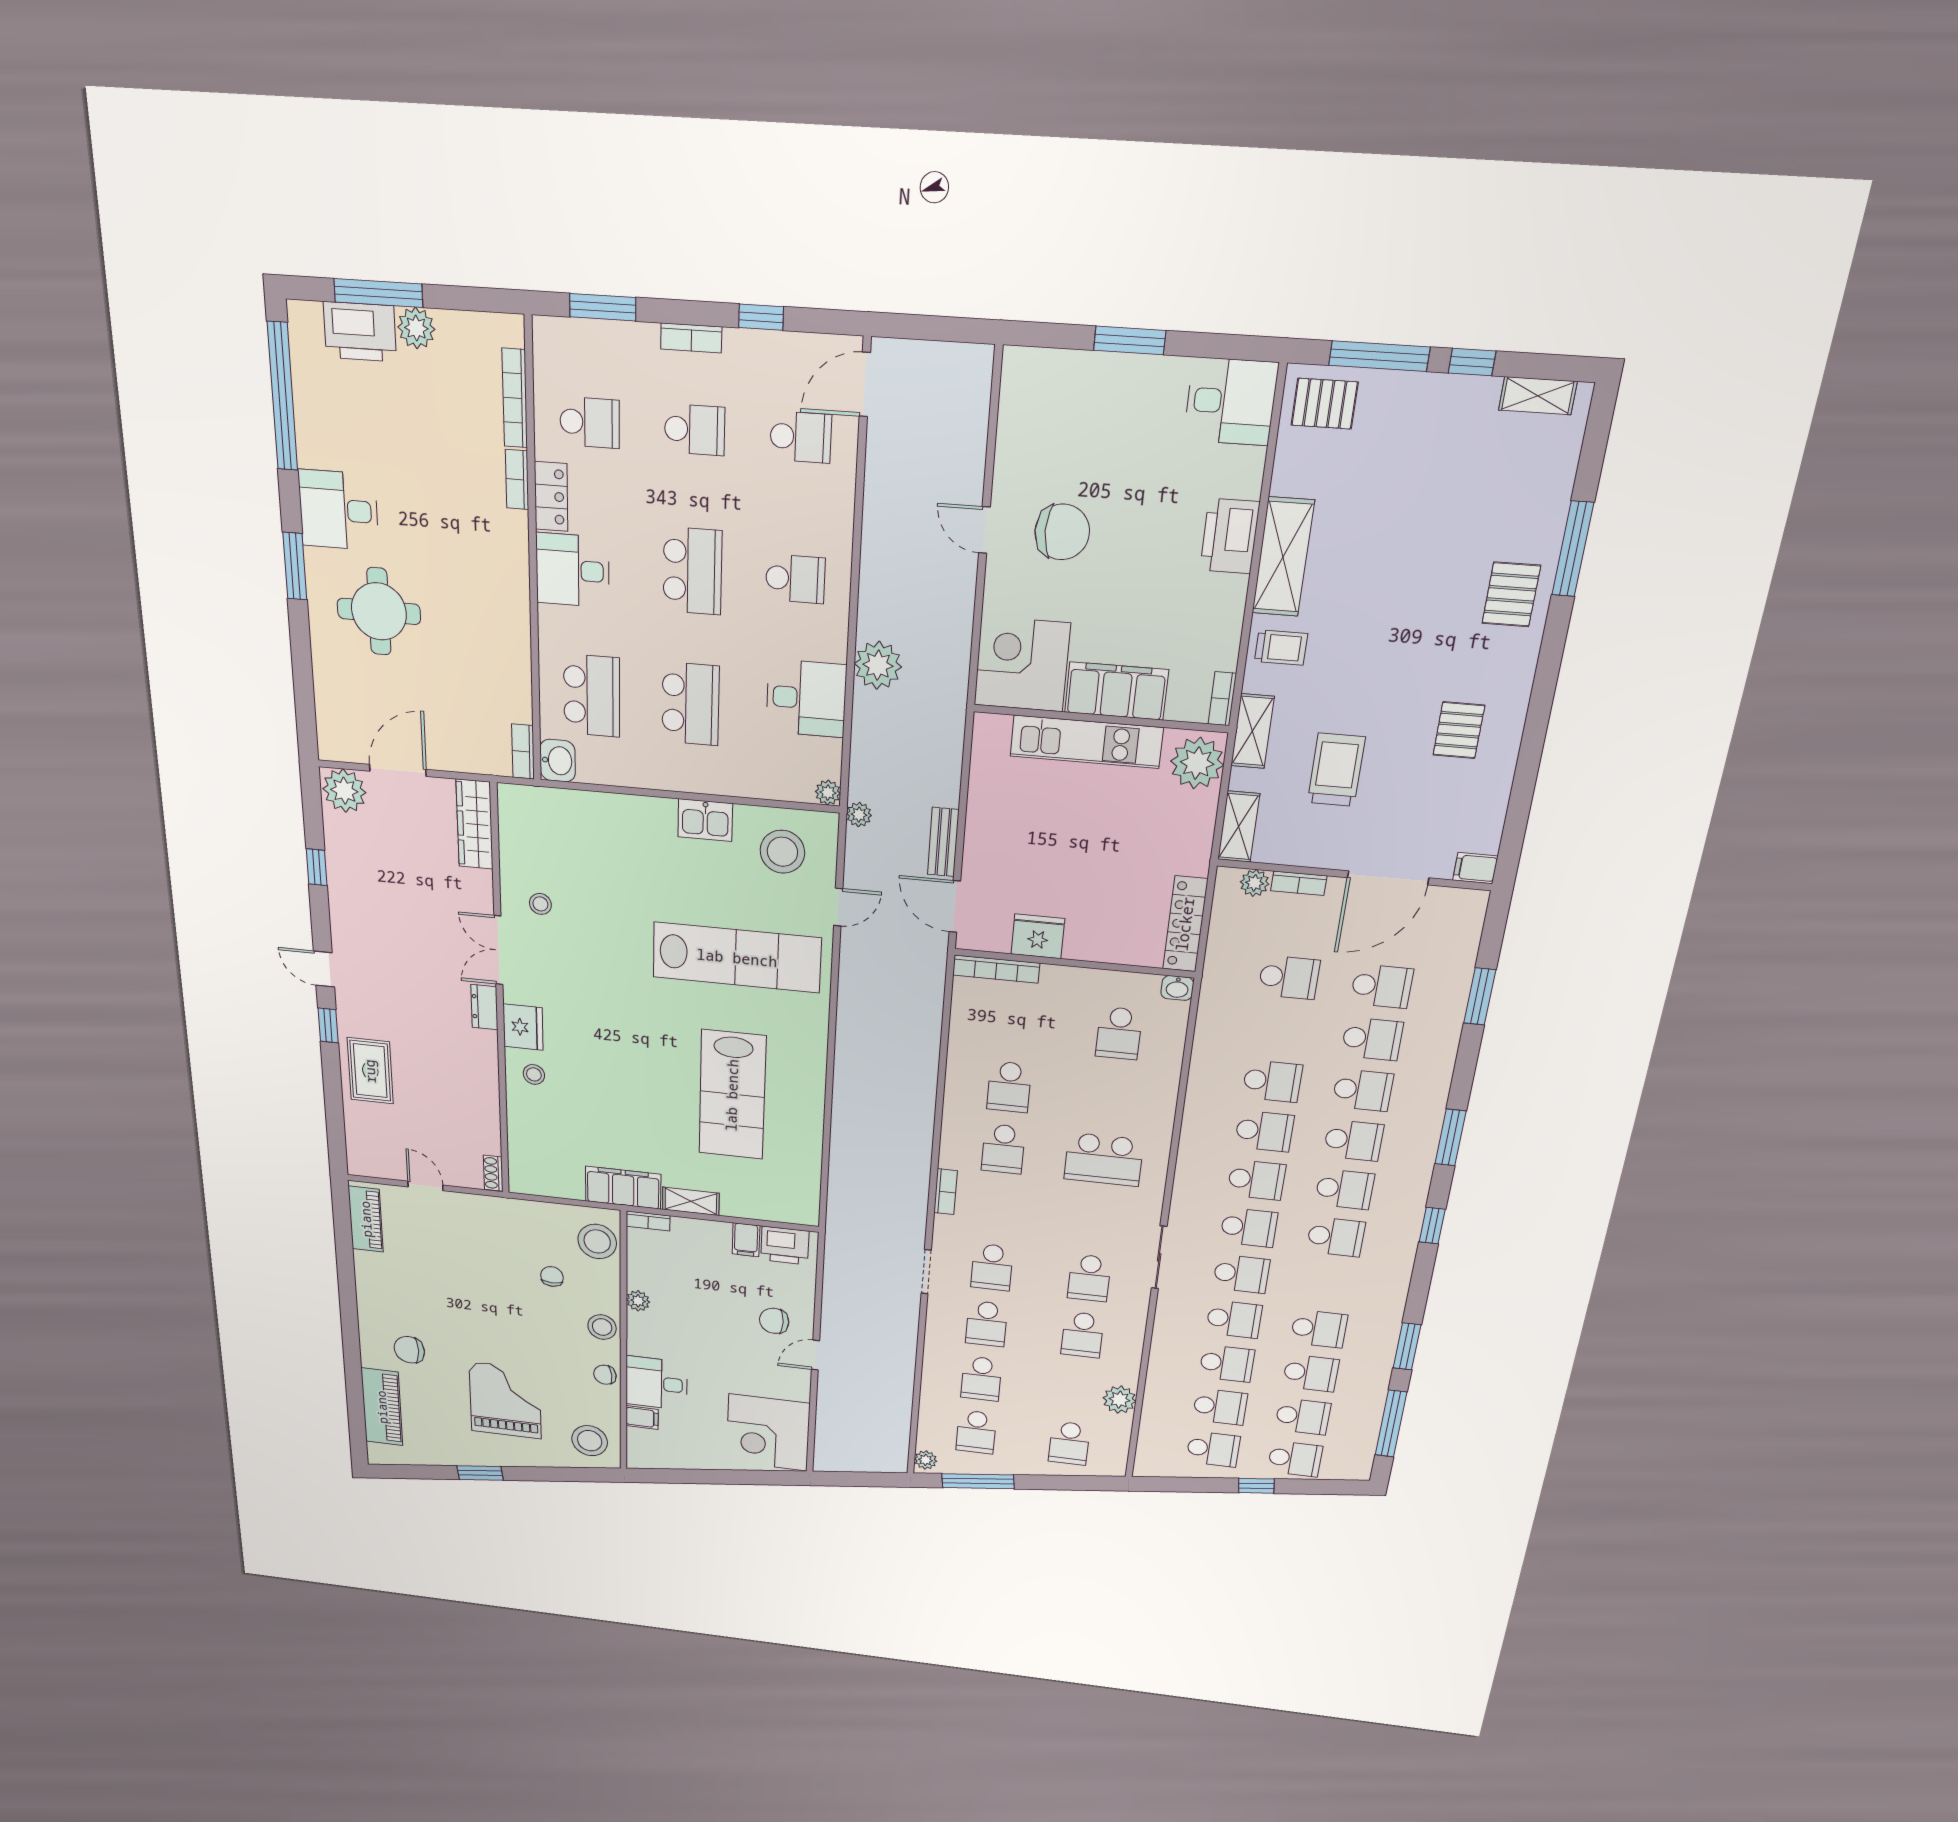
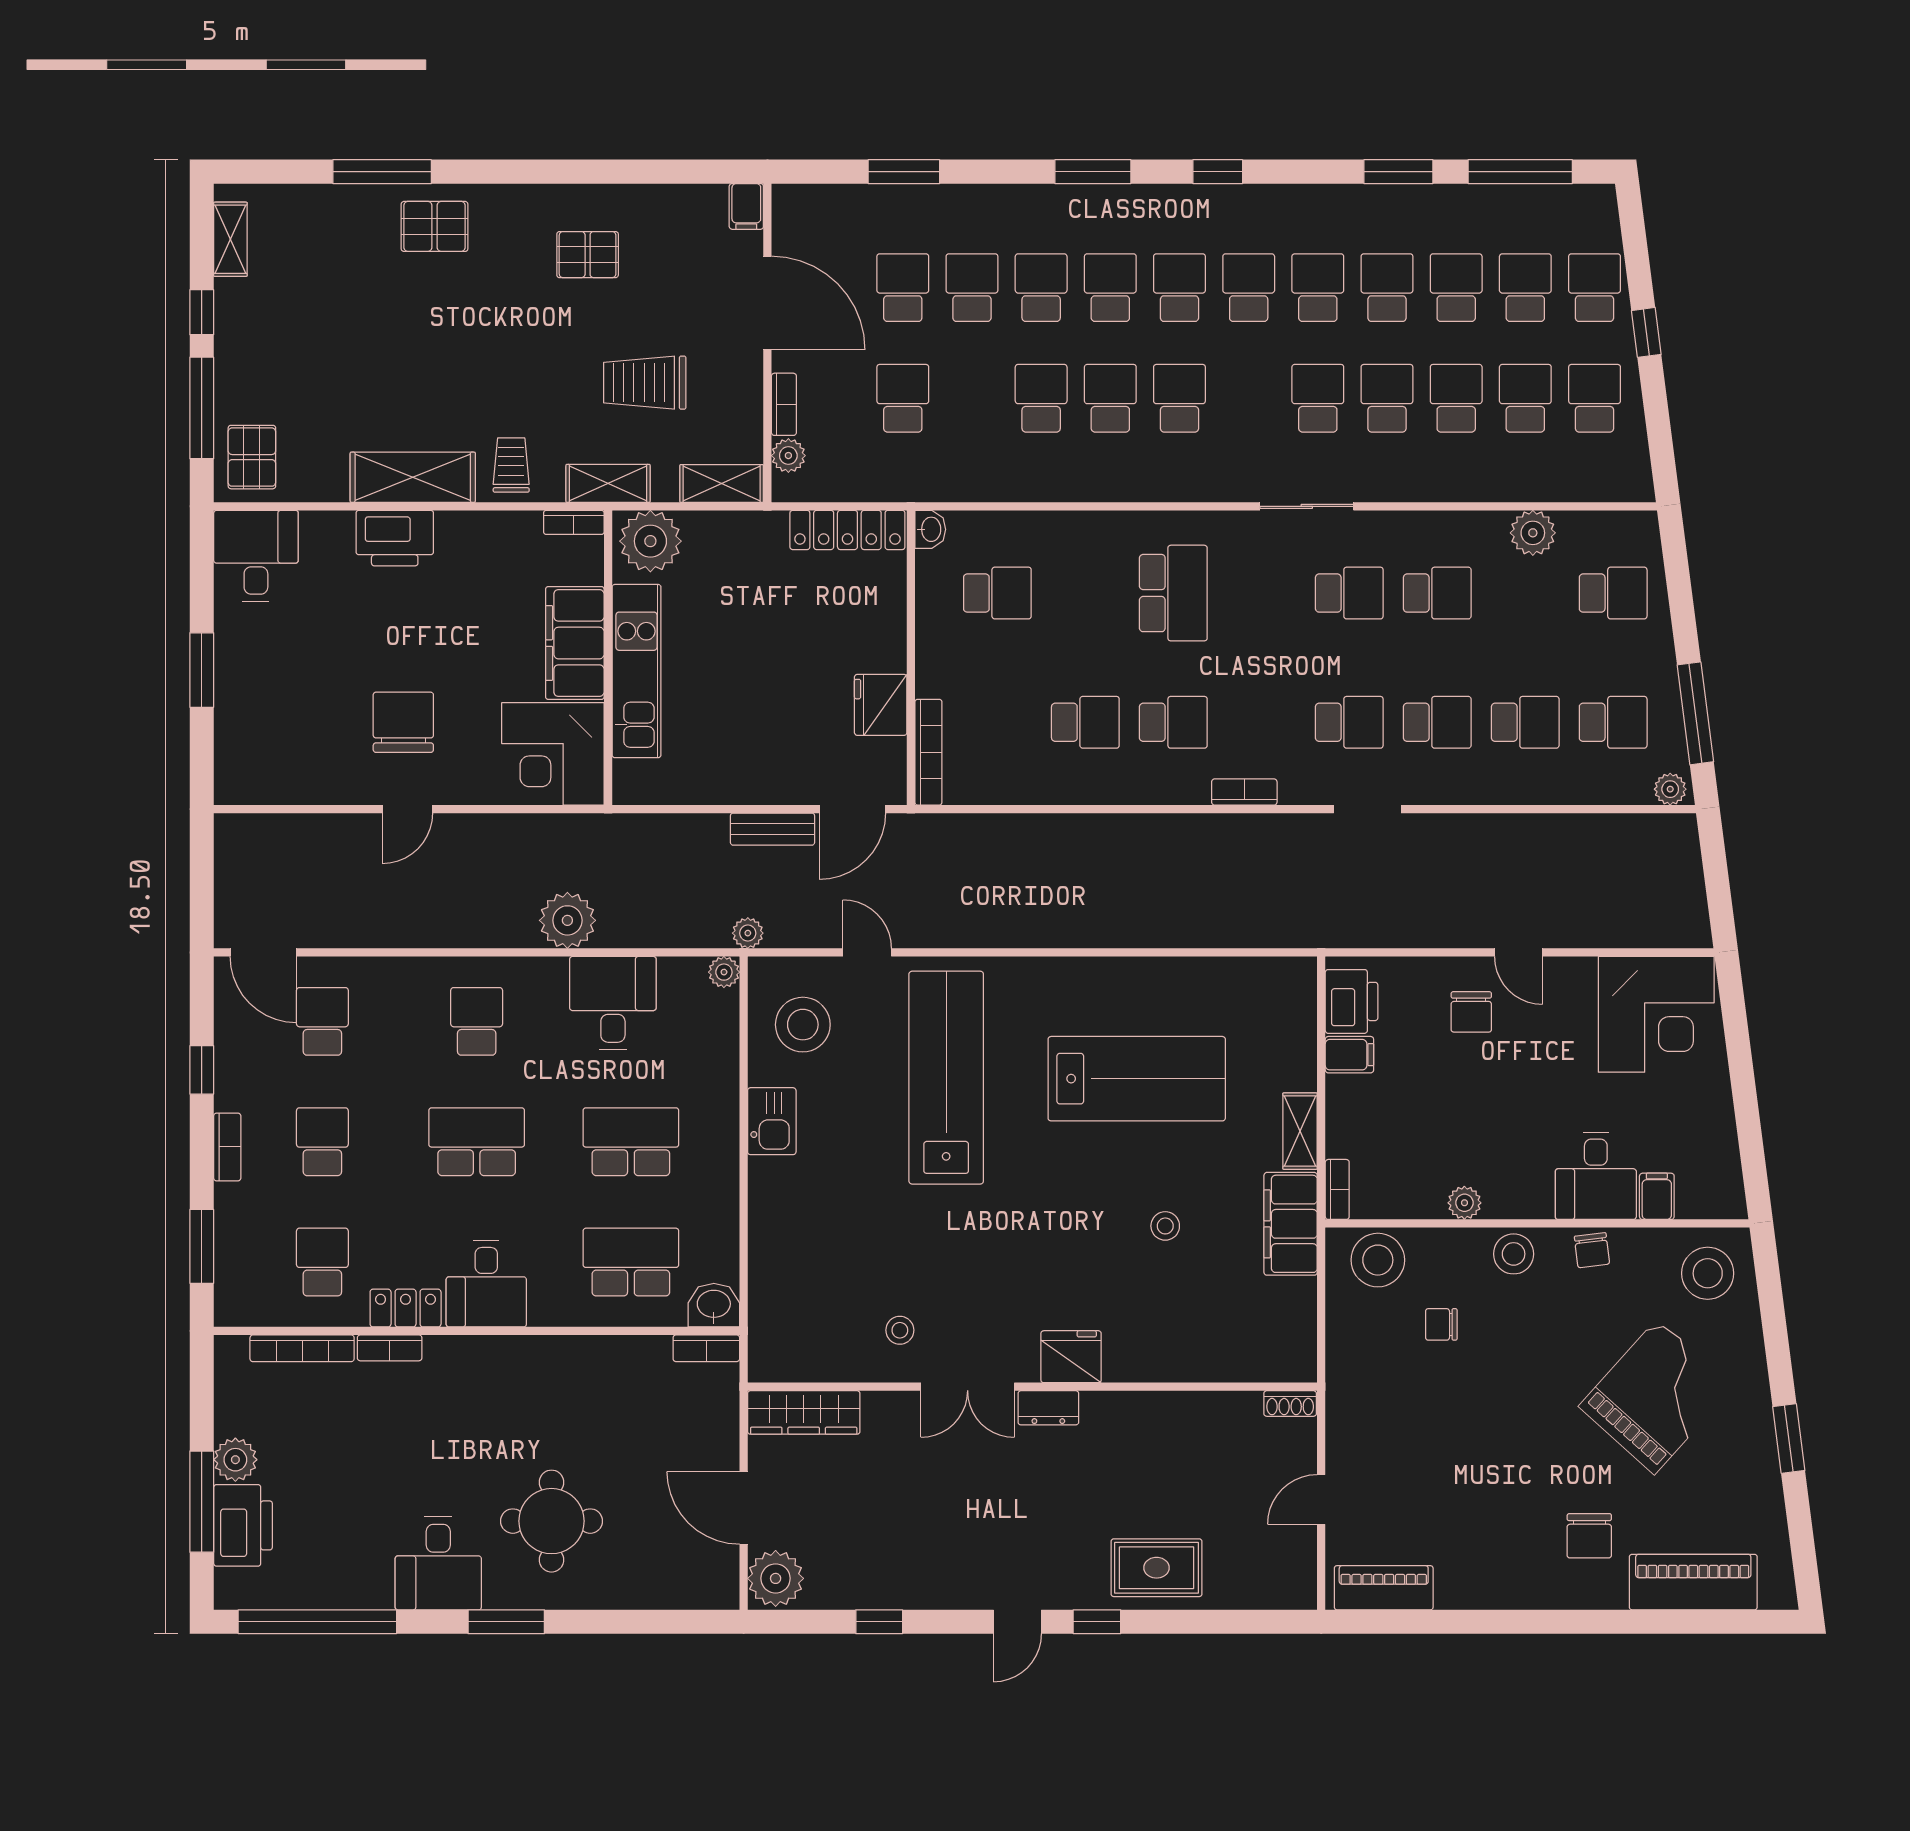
stool: (534, 1074) -> (1165, 1226), moved
school desk: (1249, 1227) -> (1318, 288), moved
grand piano: (505, 1400) -> (1656, 1397), turned 132

